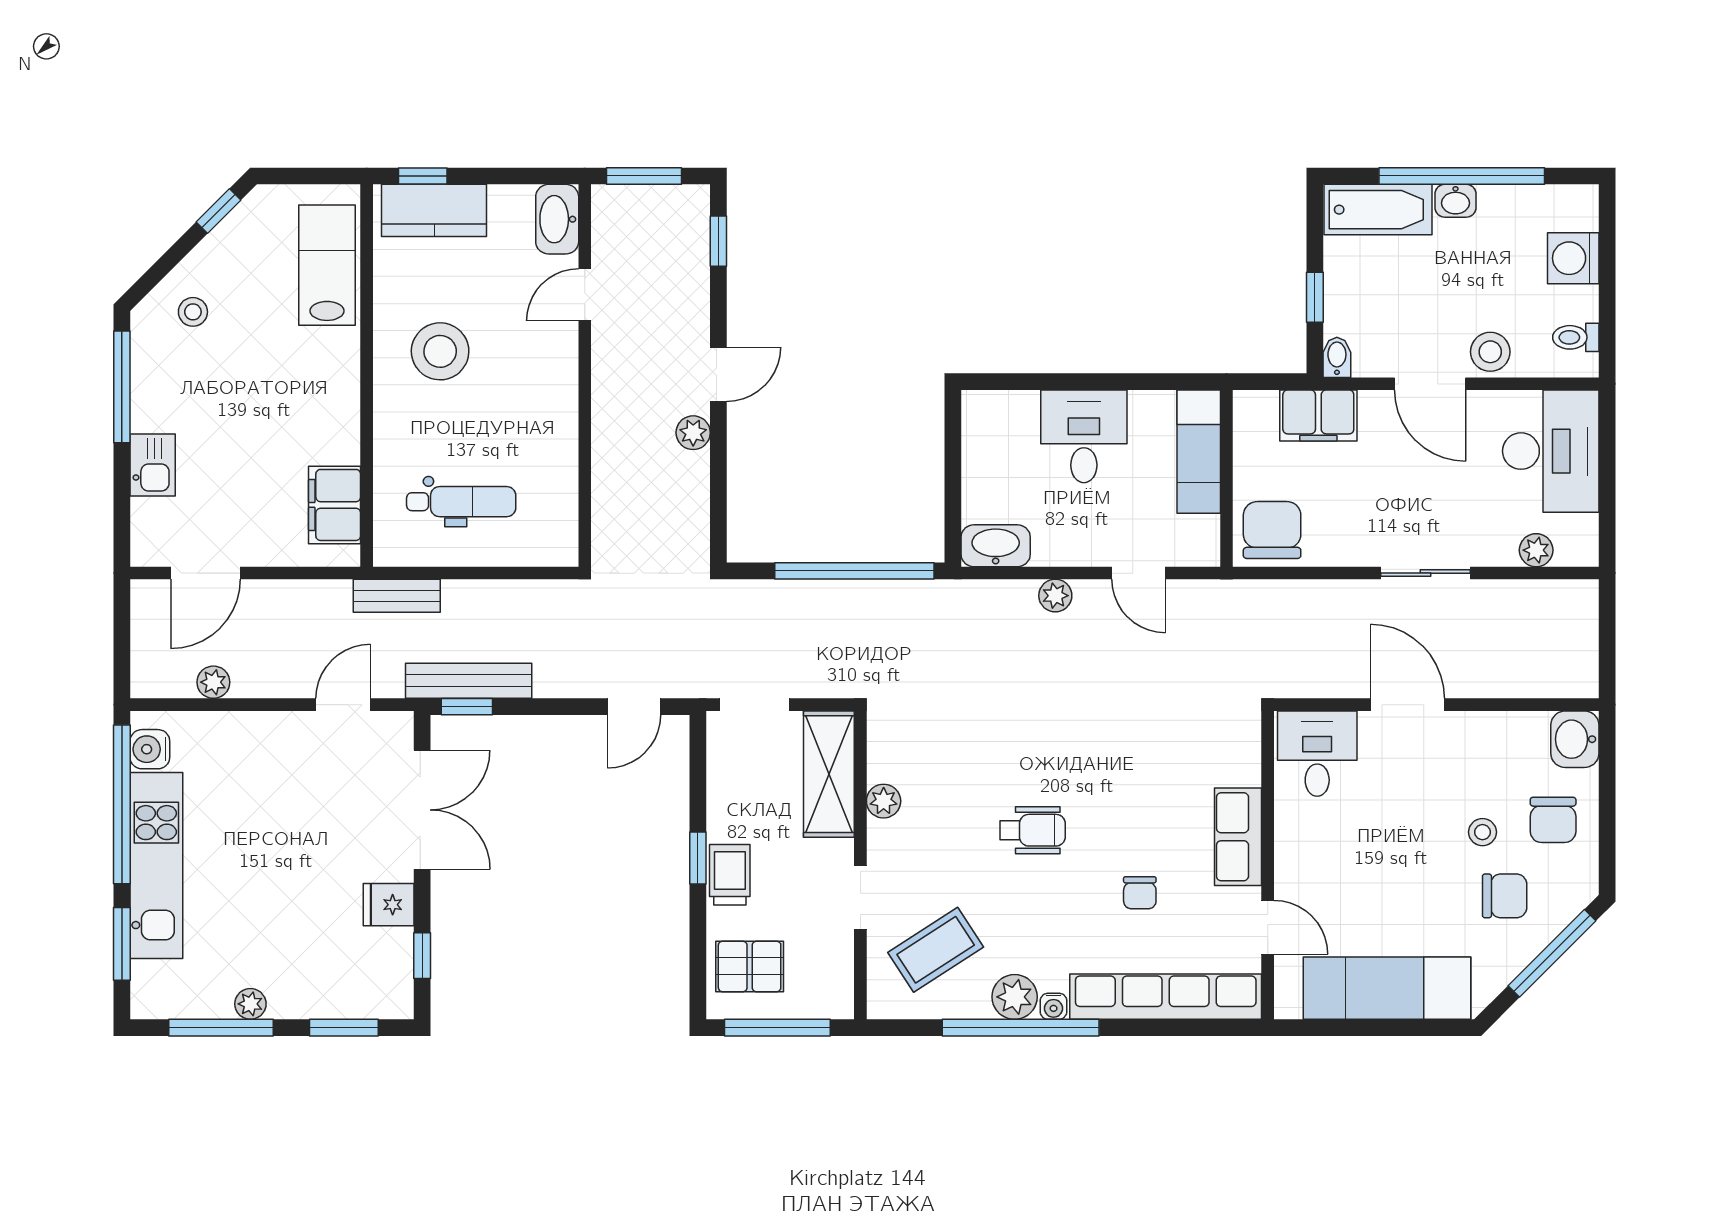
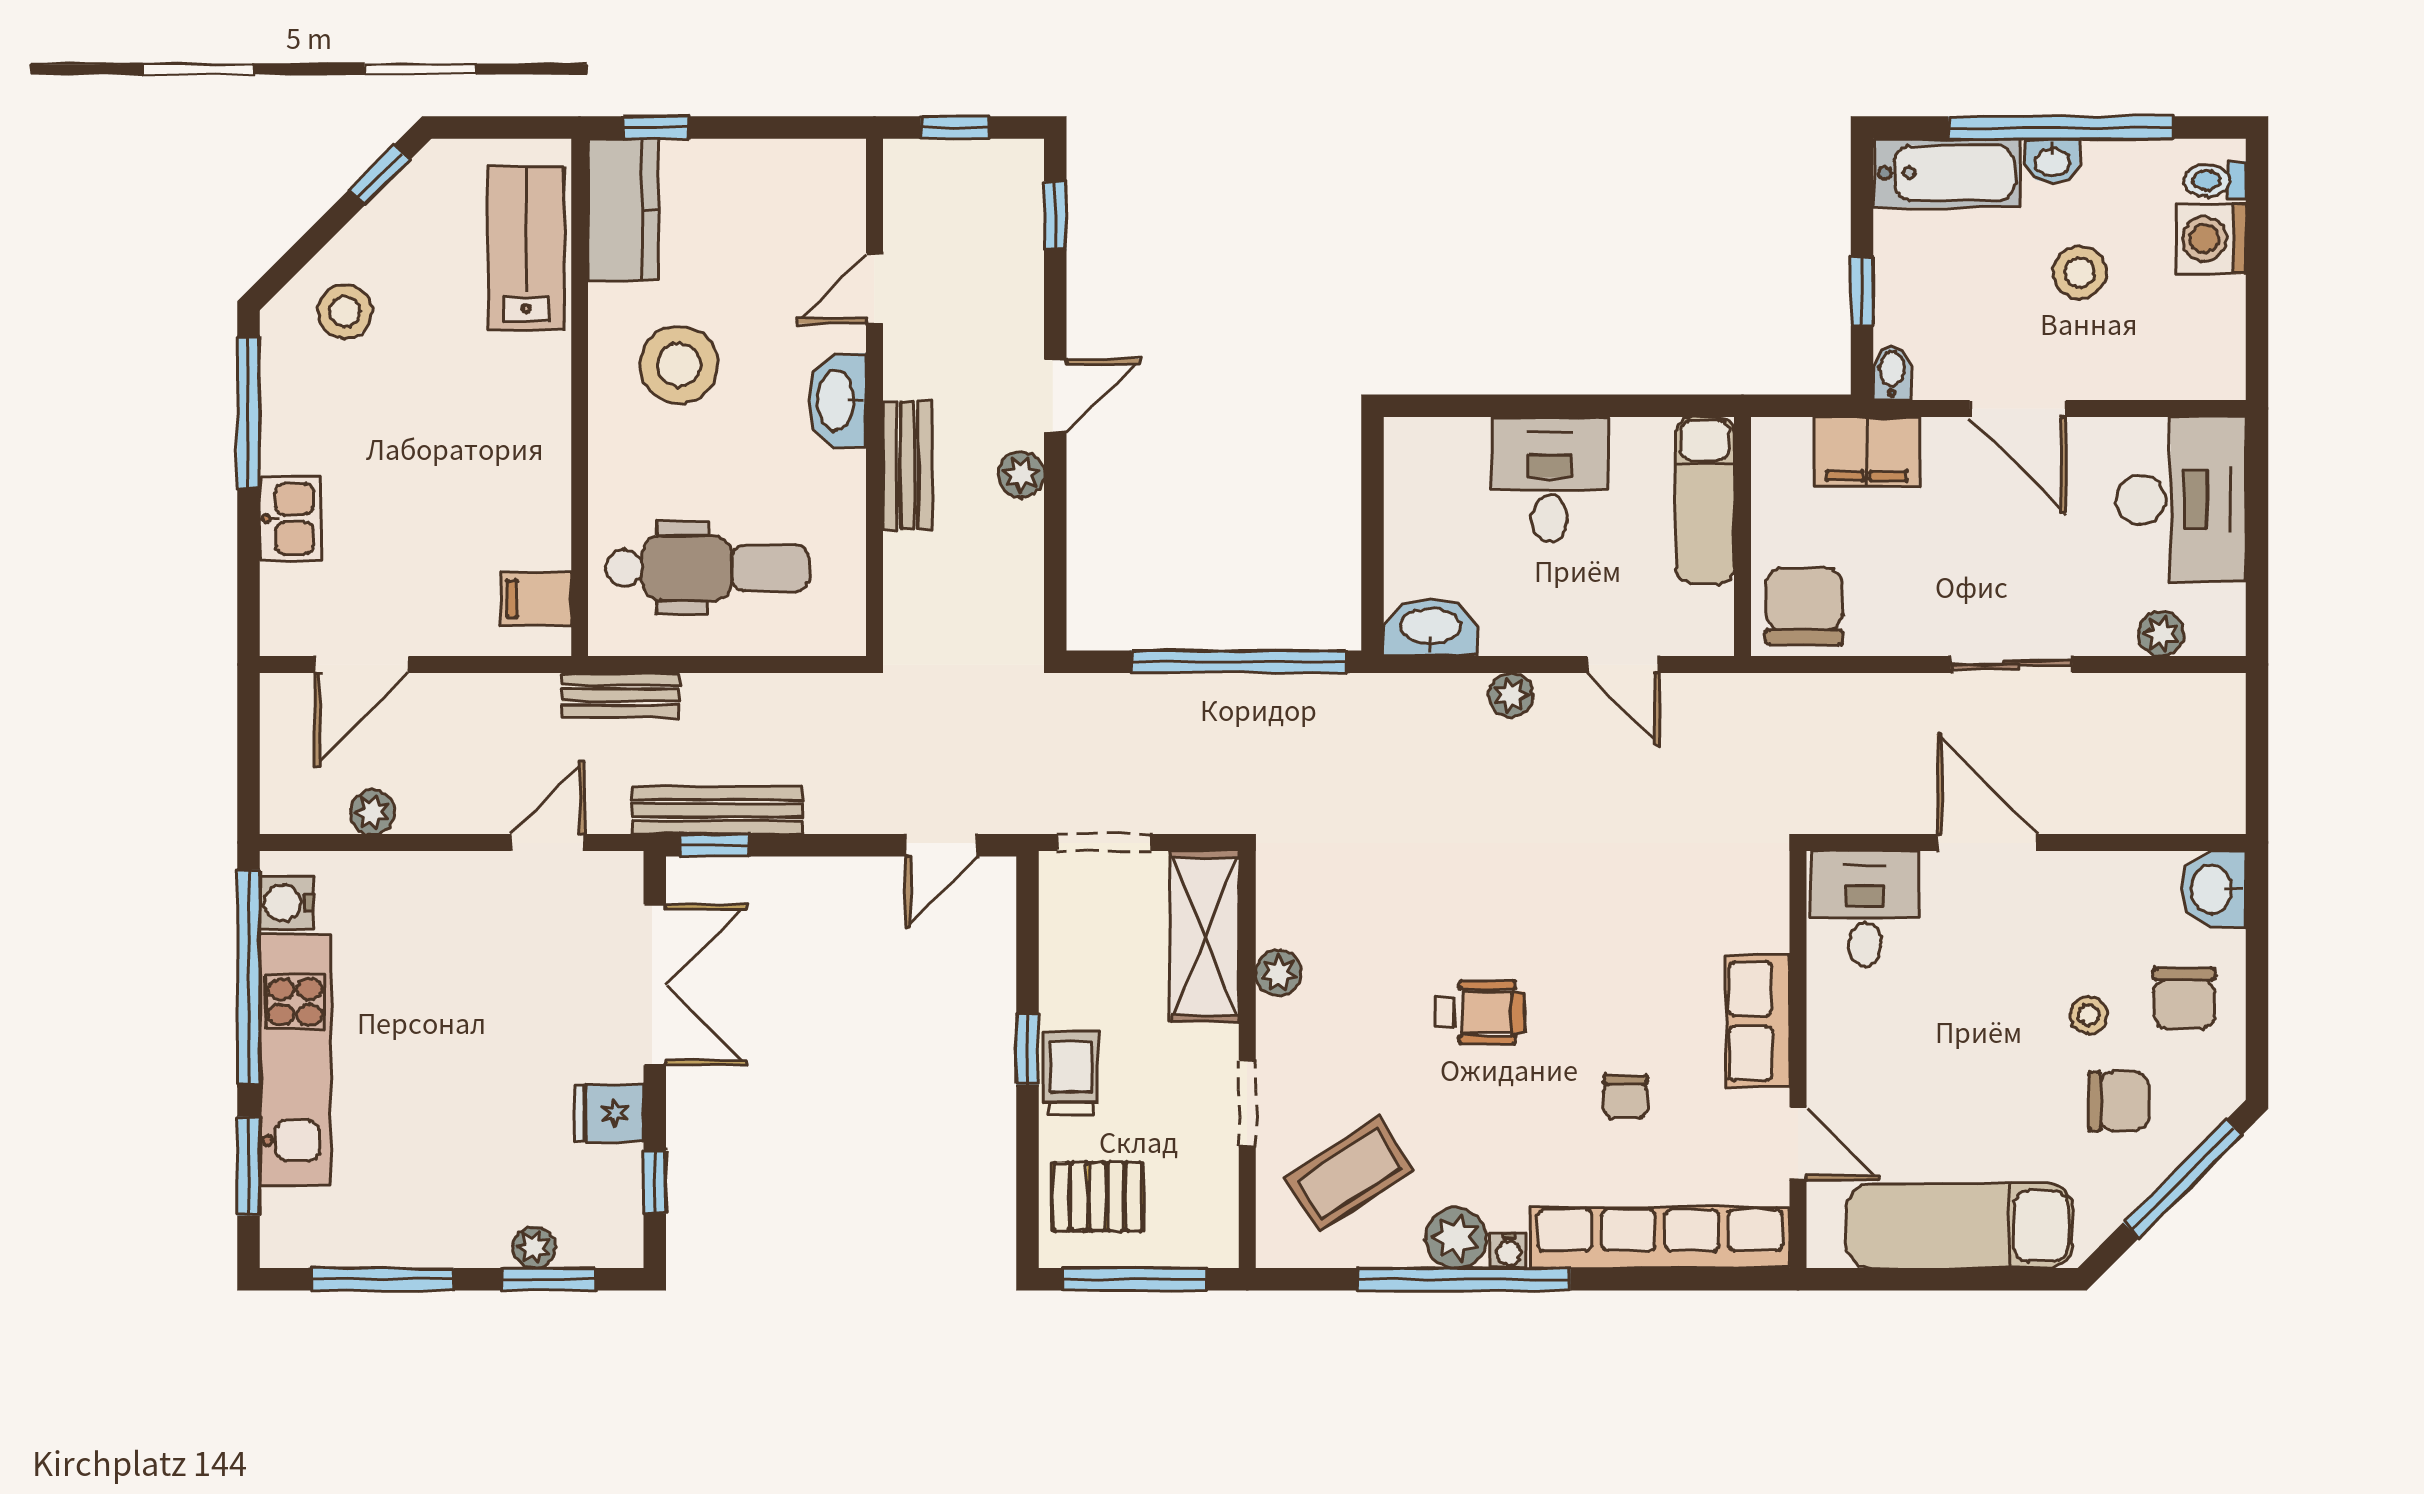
window: (644, 176) -> (955, 128), width x0.67
kitchen counter: (434, 210) -> (623, 210), moved, turned -90
washbasin: (557, 219) -> (837, 400), moved
stool: (193, 312) -> (345, 311), width x1.37, depth x1.37
toilet: (1576, 337) -> (2215, 180), moved
stool: (1490, 352) -> (2080, 273), moved
bench: (609, 426) -> (907, 466), added
dental chair: (461, 502) -> (707, 568), width x1.36, depth x1.38
filing cabinet: (335, 505) -> (536, 599), width x0.50
plant: (250, 1004) -> (534, 1247), moved

